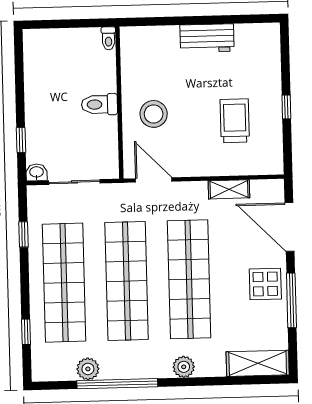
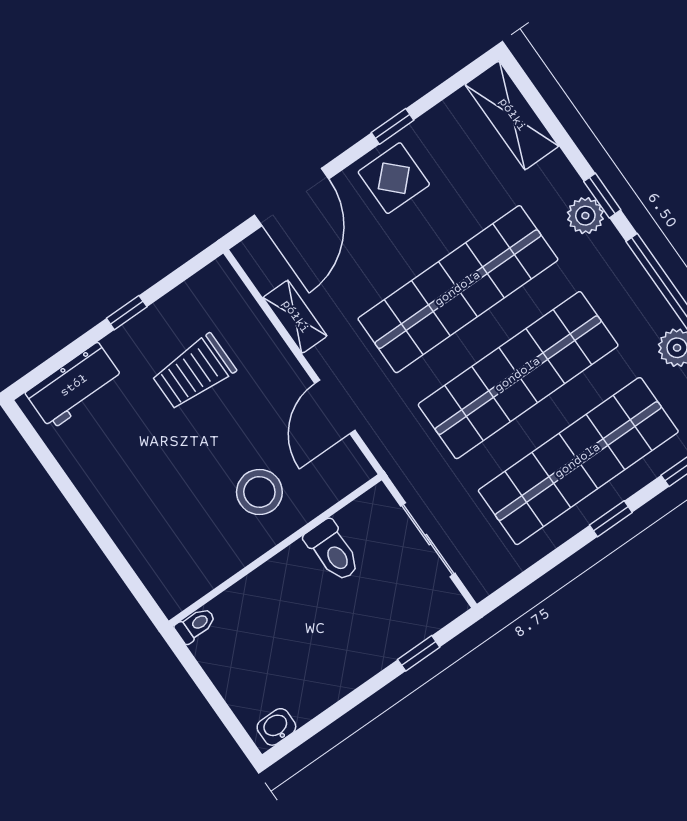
workbench: (207, 38) -> (74, 386), moved, turned 90
toilet: (99, 104) -> (333, 551), moved
washbasin: (37, 172) -> (276, 727), moved, turned 90
door: (154, 180) -> (335, 407), moved
window: (23, 234) -> (611, 519), moved
window: (291, 300) -> (393, 126), width x0.46
window: (188, 382) -> (602, 196), added

